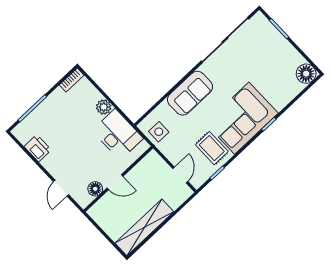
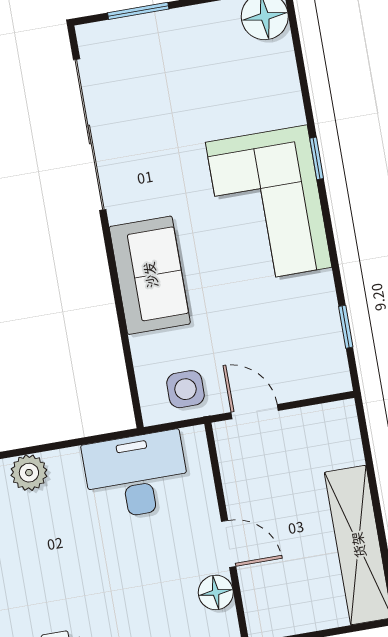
plant: (104, 107) -> (29, 473), moved
rug: (212, 148) -> (289, 305), removed
door: (180, 175) -> (255, 412), moved
door: (115, 182) -> (229, 544), hinge flipped

